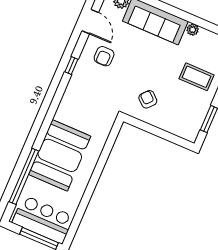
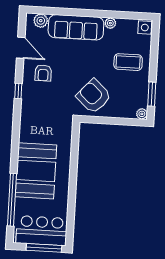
armchair: (148, 99) -> (94, 96), width x1.88, depth x1.88
plant: (191, 136) -> (142, 114), added

